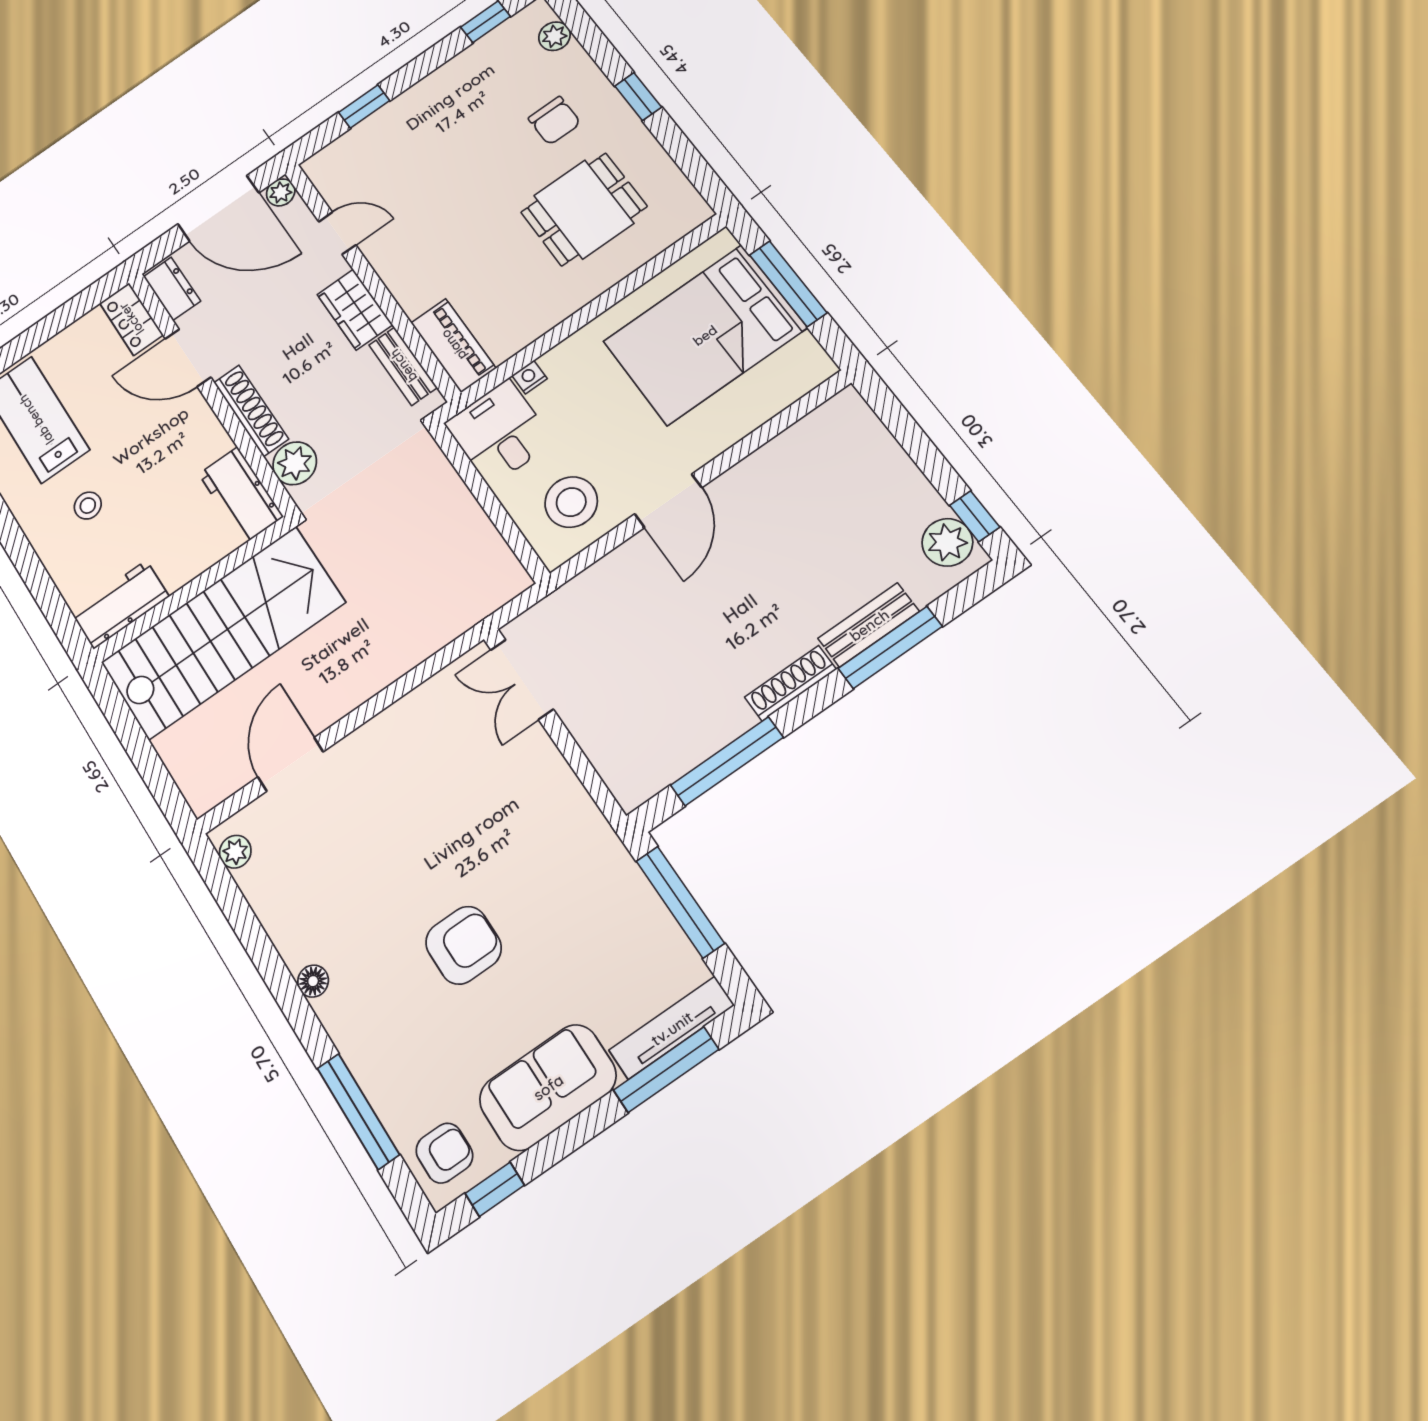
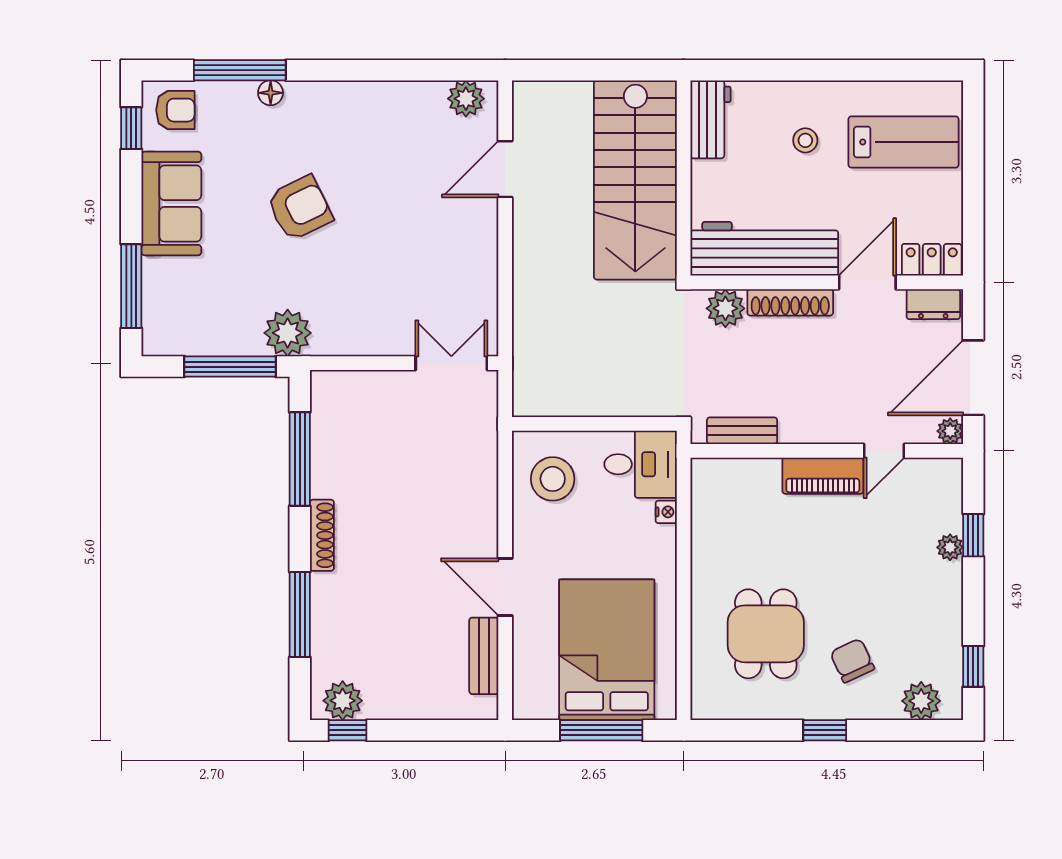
plant: (554, 36) -> (921, 701), width x1.38, depth x1.38
plant: (389, 117) -> (950, 547), added
chair: (554, 121) -> (852, 661), turned 65
wardrobe: (355, 310) -> (813, 425), removed
piano: (453, 345) -> (823, 476), moved
workbench: (241, 495) -> (764, 249), width x1.88, depth x1.32
door: (668, 501) -> (505, 587), moved
bench: (869, 625) -> (484, 656), moved
door: (291, 764) -> (505, 169), swing flipped
plant: (235, 852) -> (466, 99), width x1.38, depth x1.38
plant: (603, 866) -> (288, 333), added
armchair: (464, 945) -> (300, 208), turned -116
floor lamp: (313, 981) -> (271, 93), moved
tv unit: (672, 1028) -> (155, 307), removed
armchair: (444, 1153) -> (175, 110), turned -90

